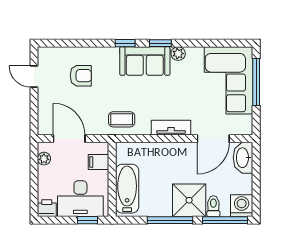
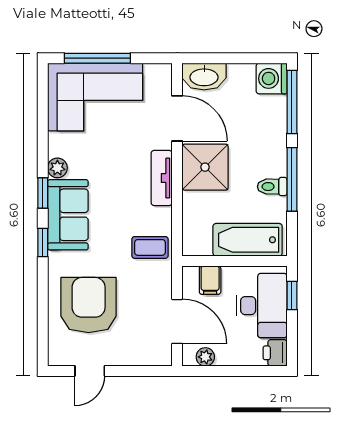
armchair: (81, 76) -> (89, 305), width x1.88, depth x1.88
coffee table: (122, 119) -> (150, 247), turned 90
door: (69, 139) -> (177, 321), swing flipped
shower: (189, 200) -> (205, 167), moved
toilet: (213, 206) -> (272, 187), moved

